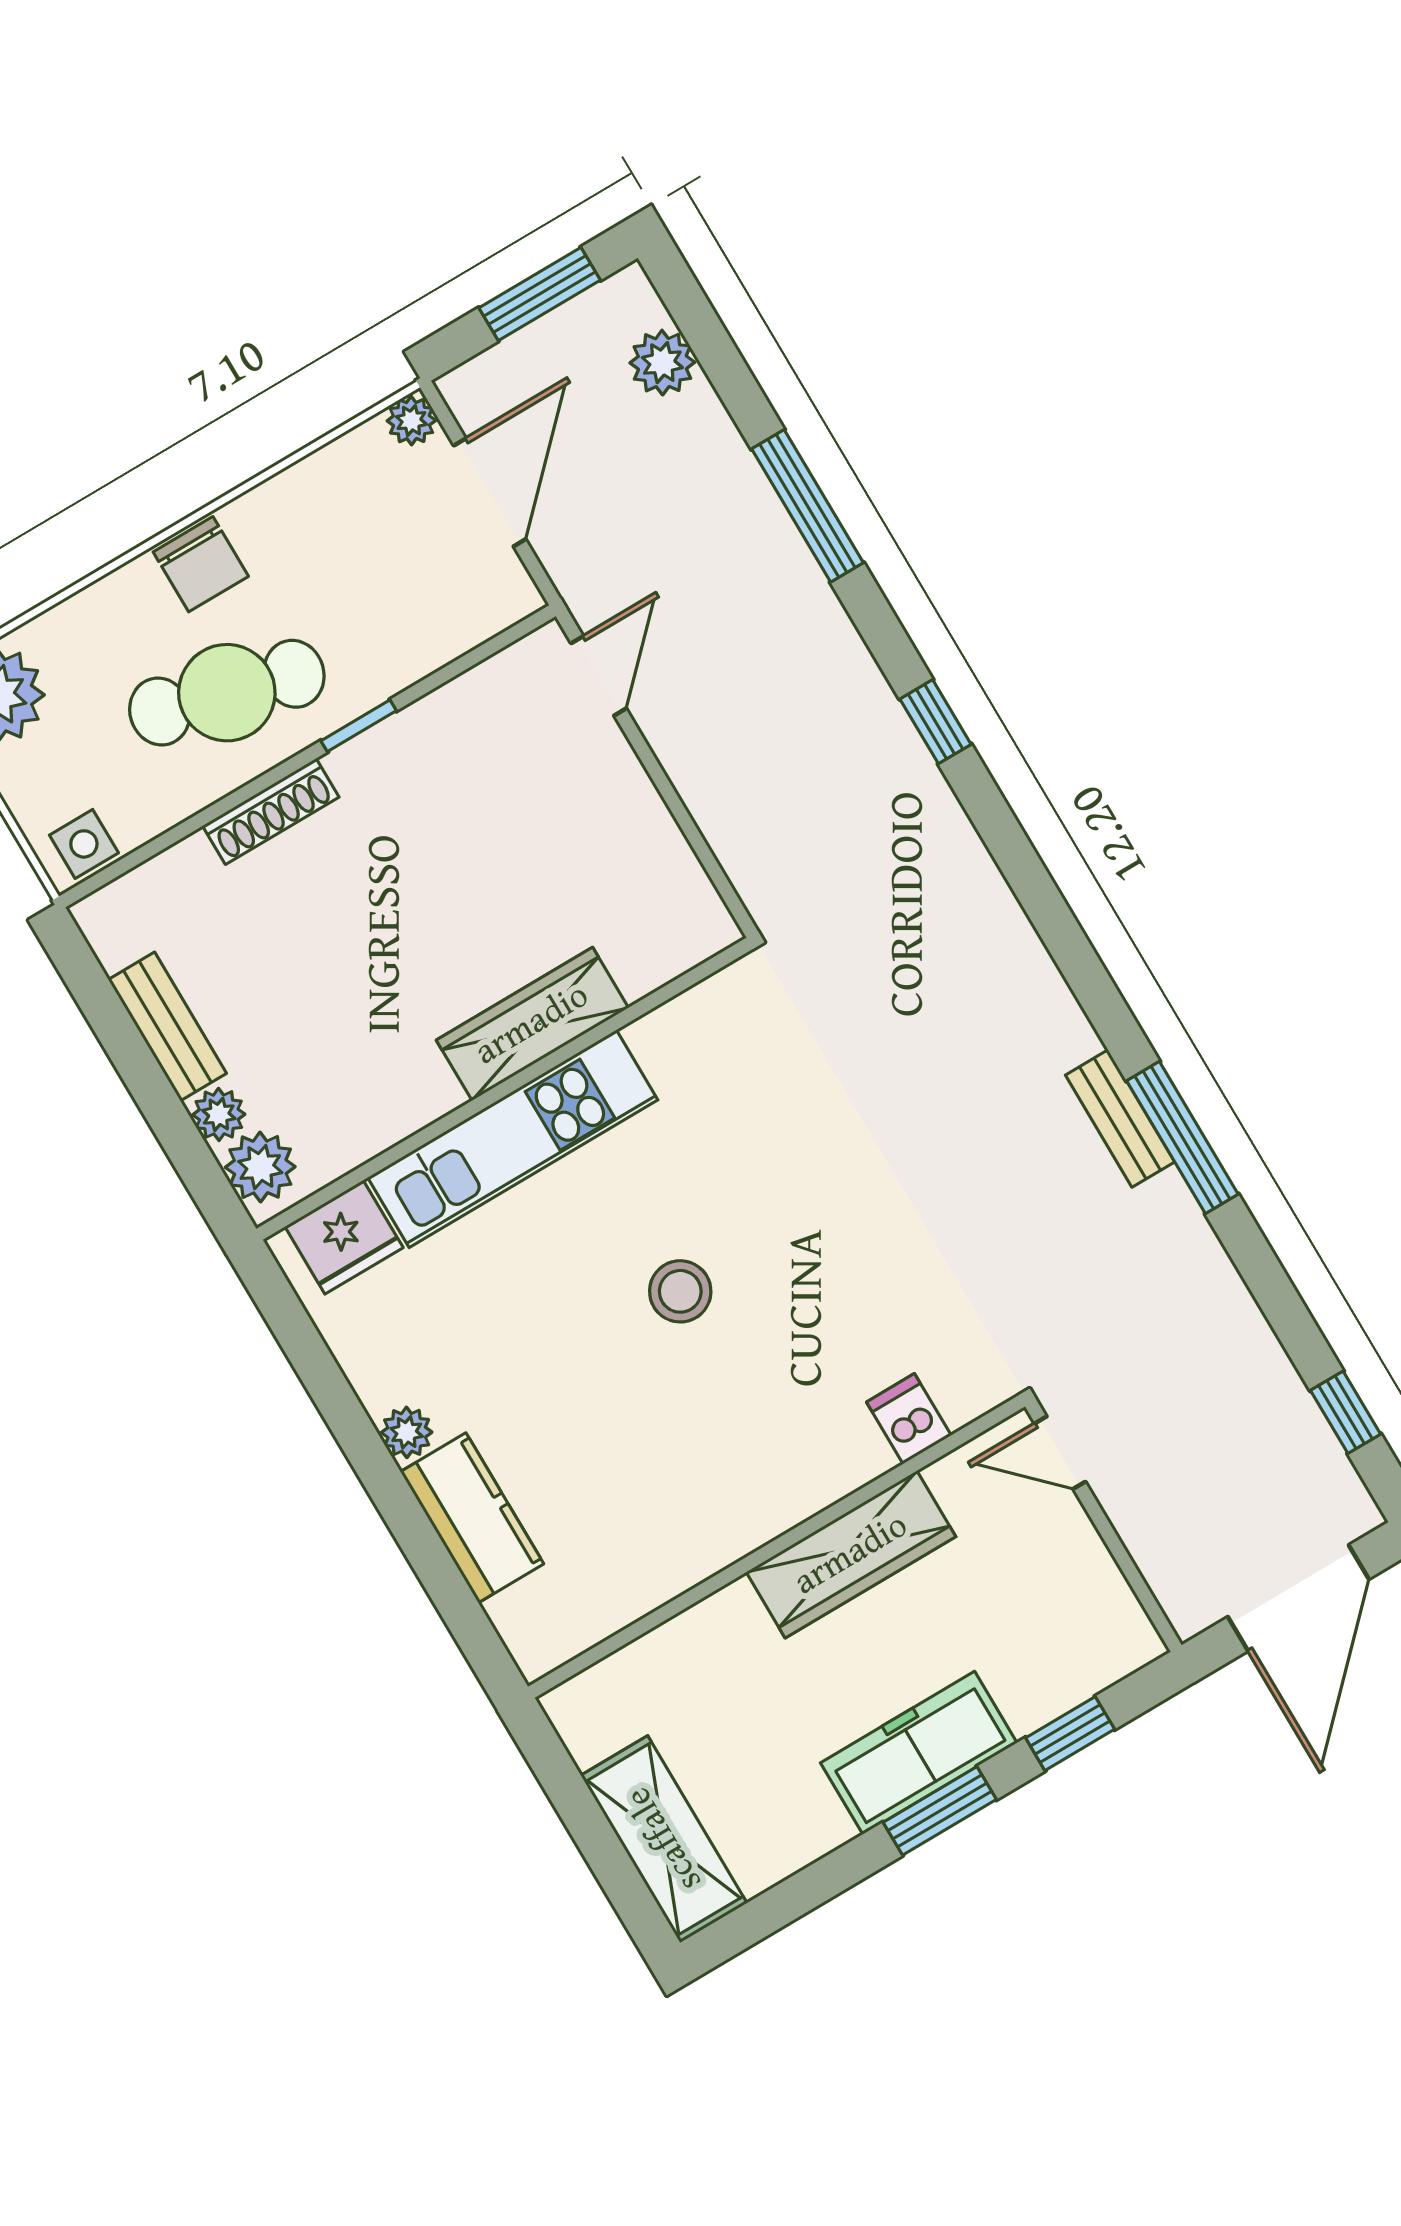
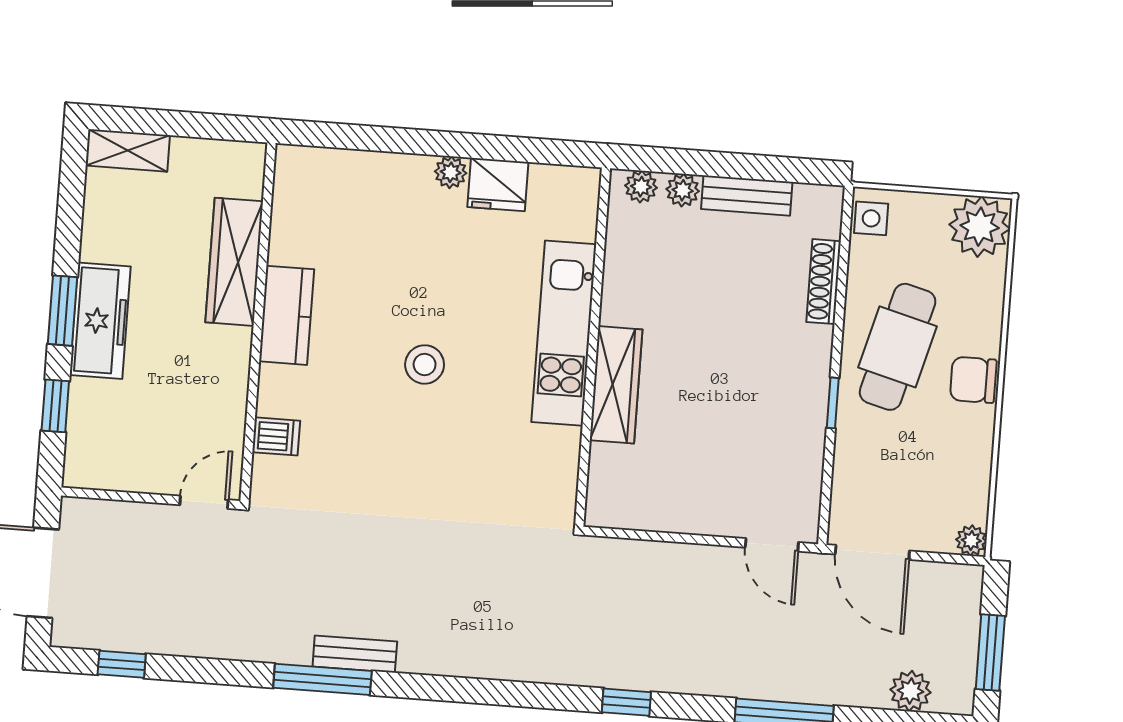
door: (490, 492) -> (872, 552), moved
shoe rack: (271, 811) -> (824, 282), moved
plant: (260, 1167) -> (641, 187), width x0.73, depth x0.73
fridge: (344, 1237) -> (498, 185), moved, turned -90
kitchen counter: (472, 1518) -> (287, 315), moved, turned -90
wardrobe: (851, 1554) -> (234, 262), moved
shelving: (664, 1839) -> (128, 150), width x0.67, depth x0.75

